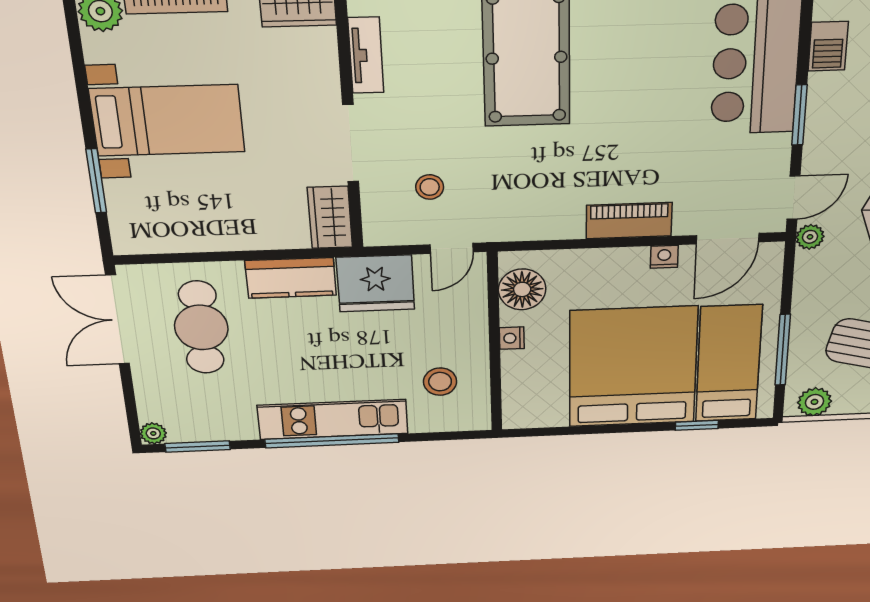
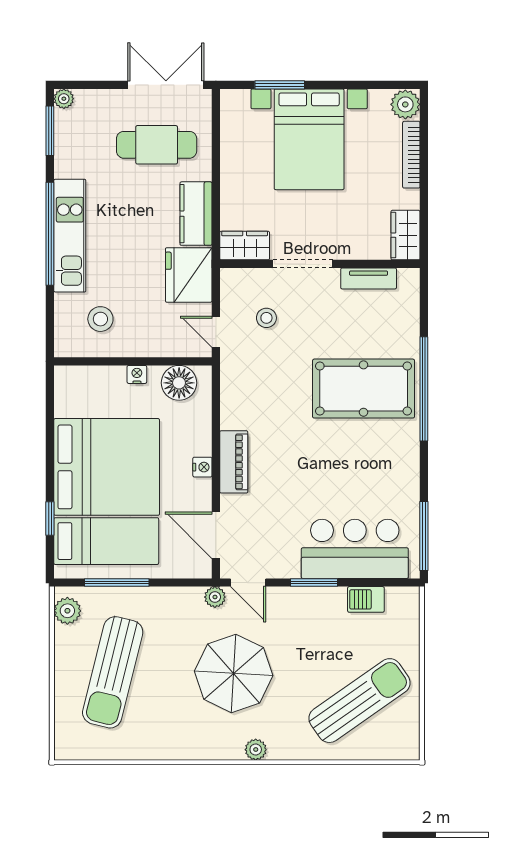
bed with nightstands: (167, 120) -> (309, 139), width x1.36
nightstand: (664, 257) -> (202, 467), moved

